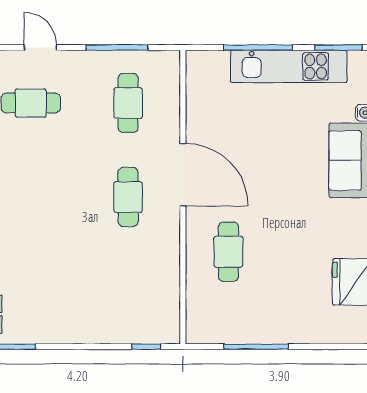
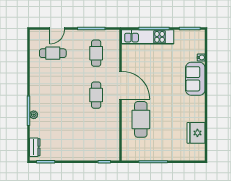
door: (40, 48) -> (57, 28), swing flipped
kitchen unit: (289, 66) -> (148, 37), moved
cafe table: (228, 252) -> (141, 119), width x1.37, depth x1.35

